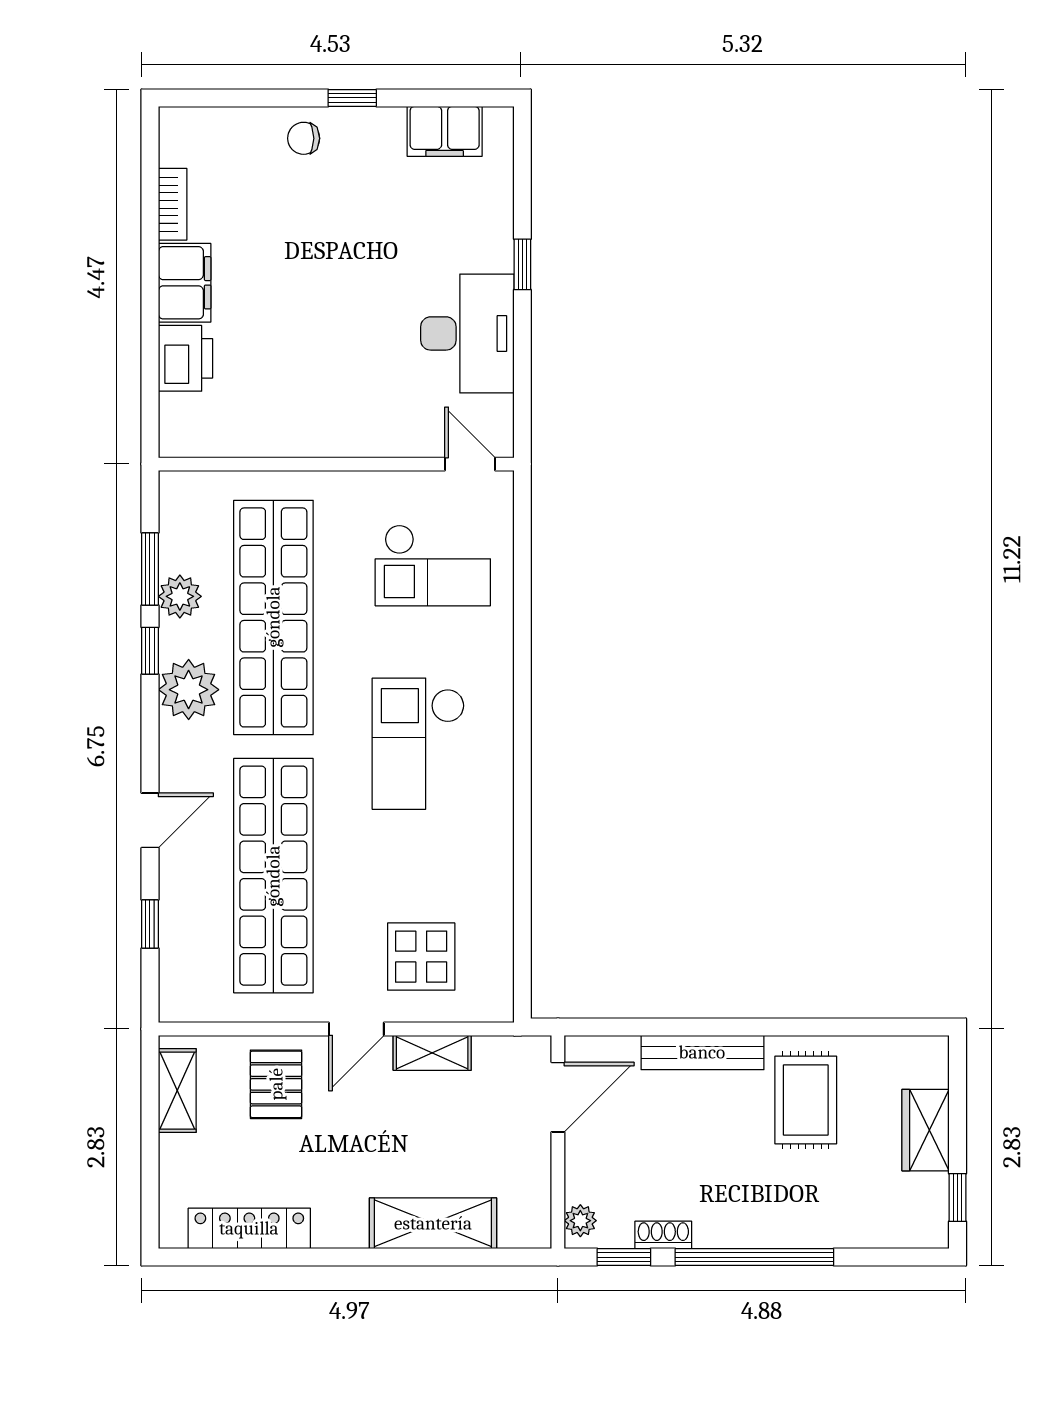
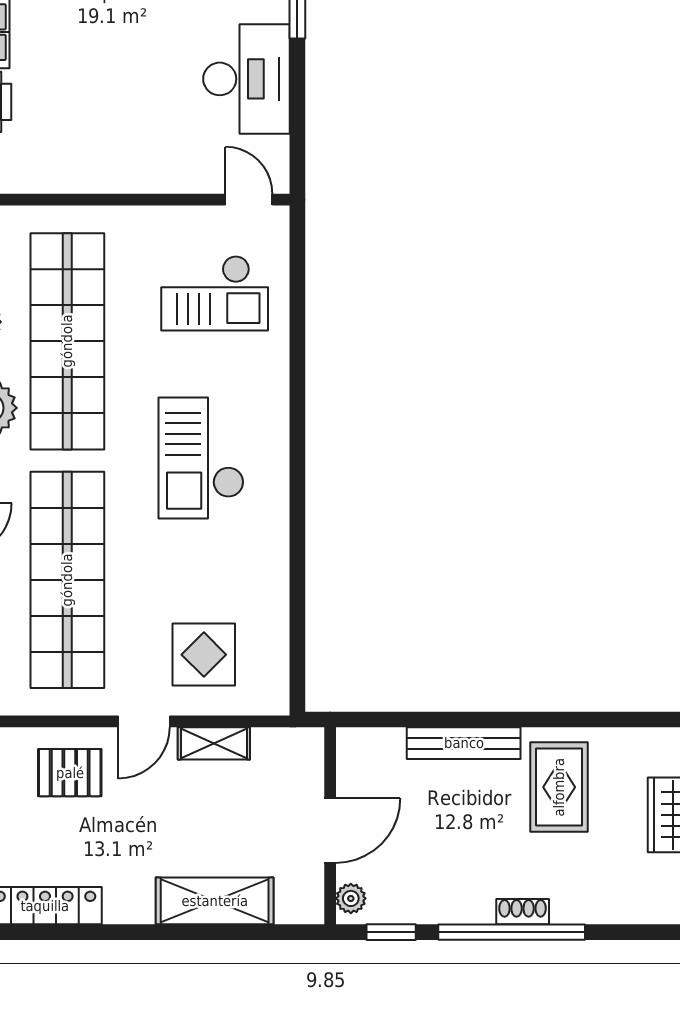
pallet: (276, 1084) -> (70, 773), turned 90
door: (558, 1097) -> (330, 831), moved
shoe rack: (663, 1235) -> (523, 912), moved

